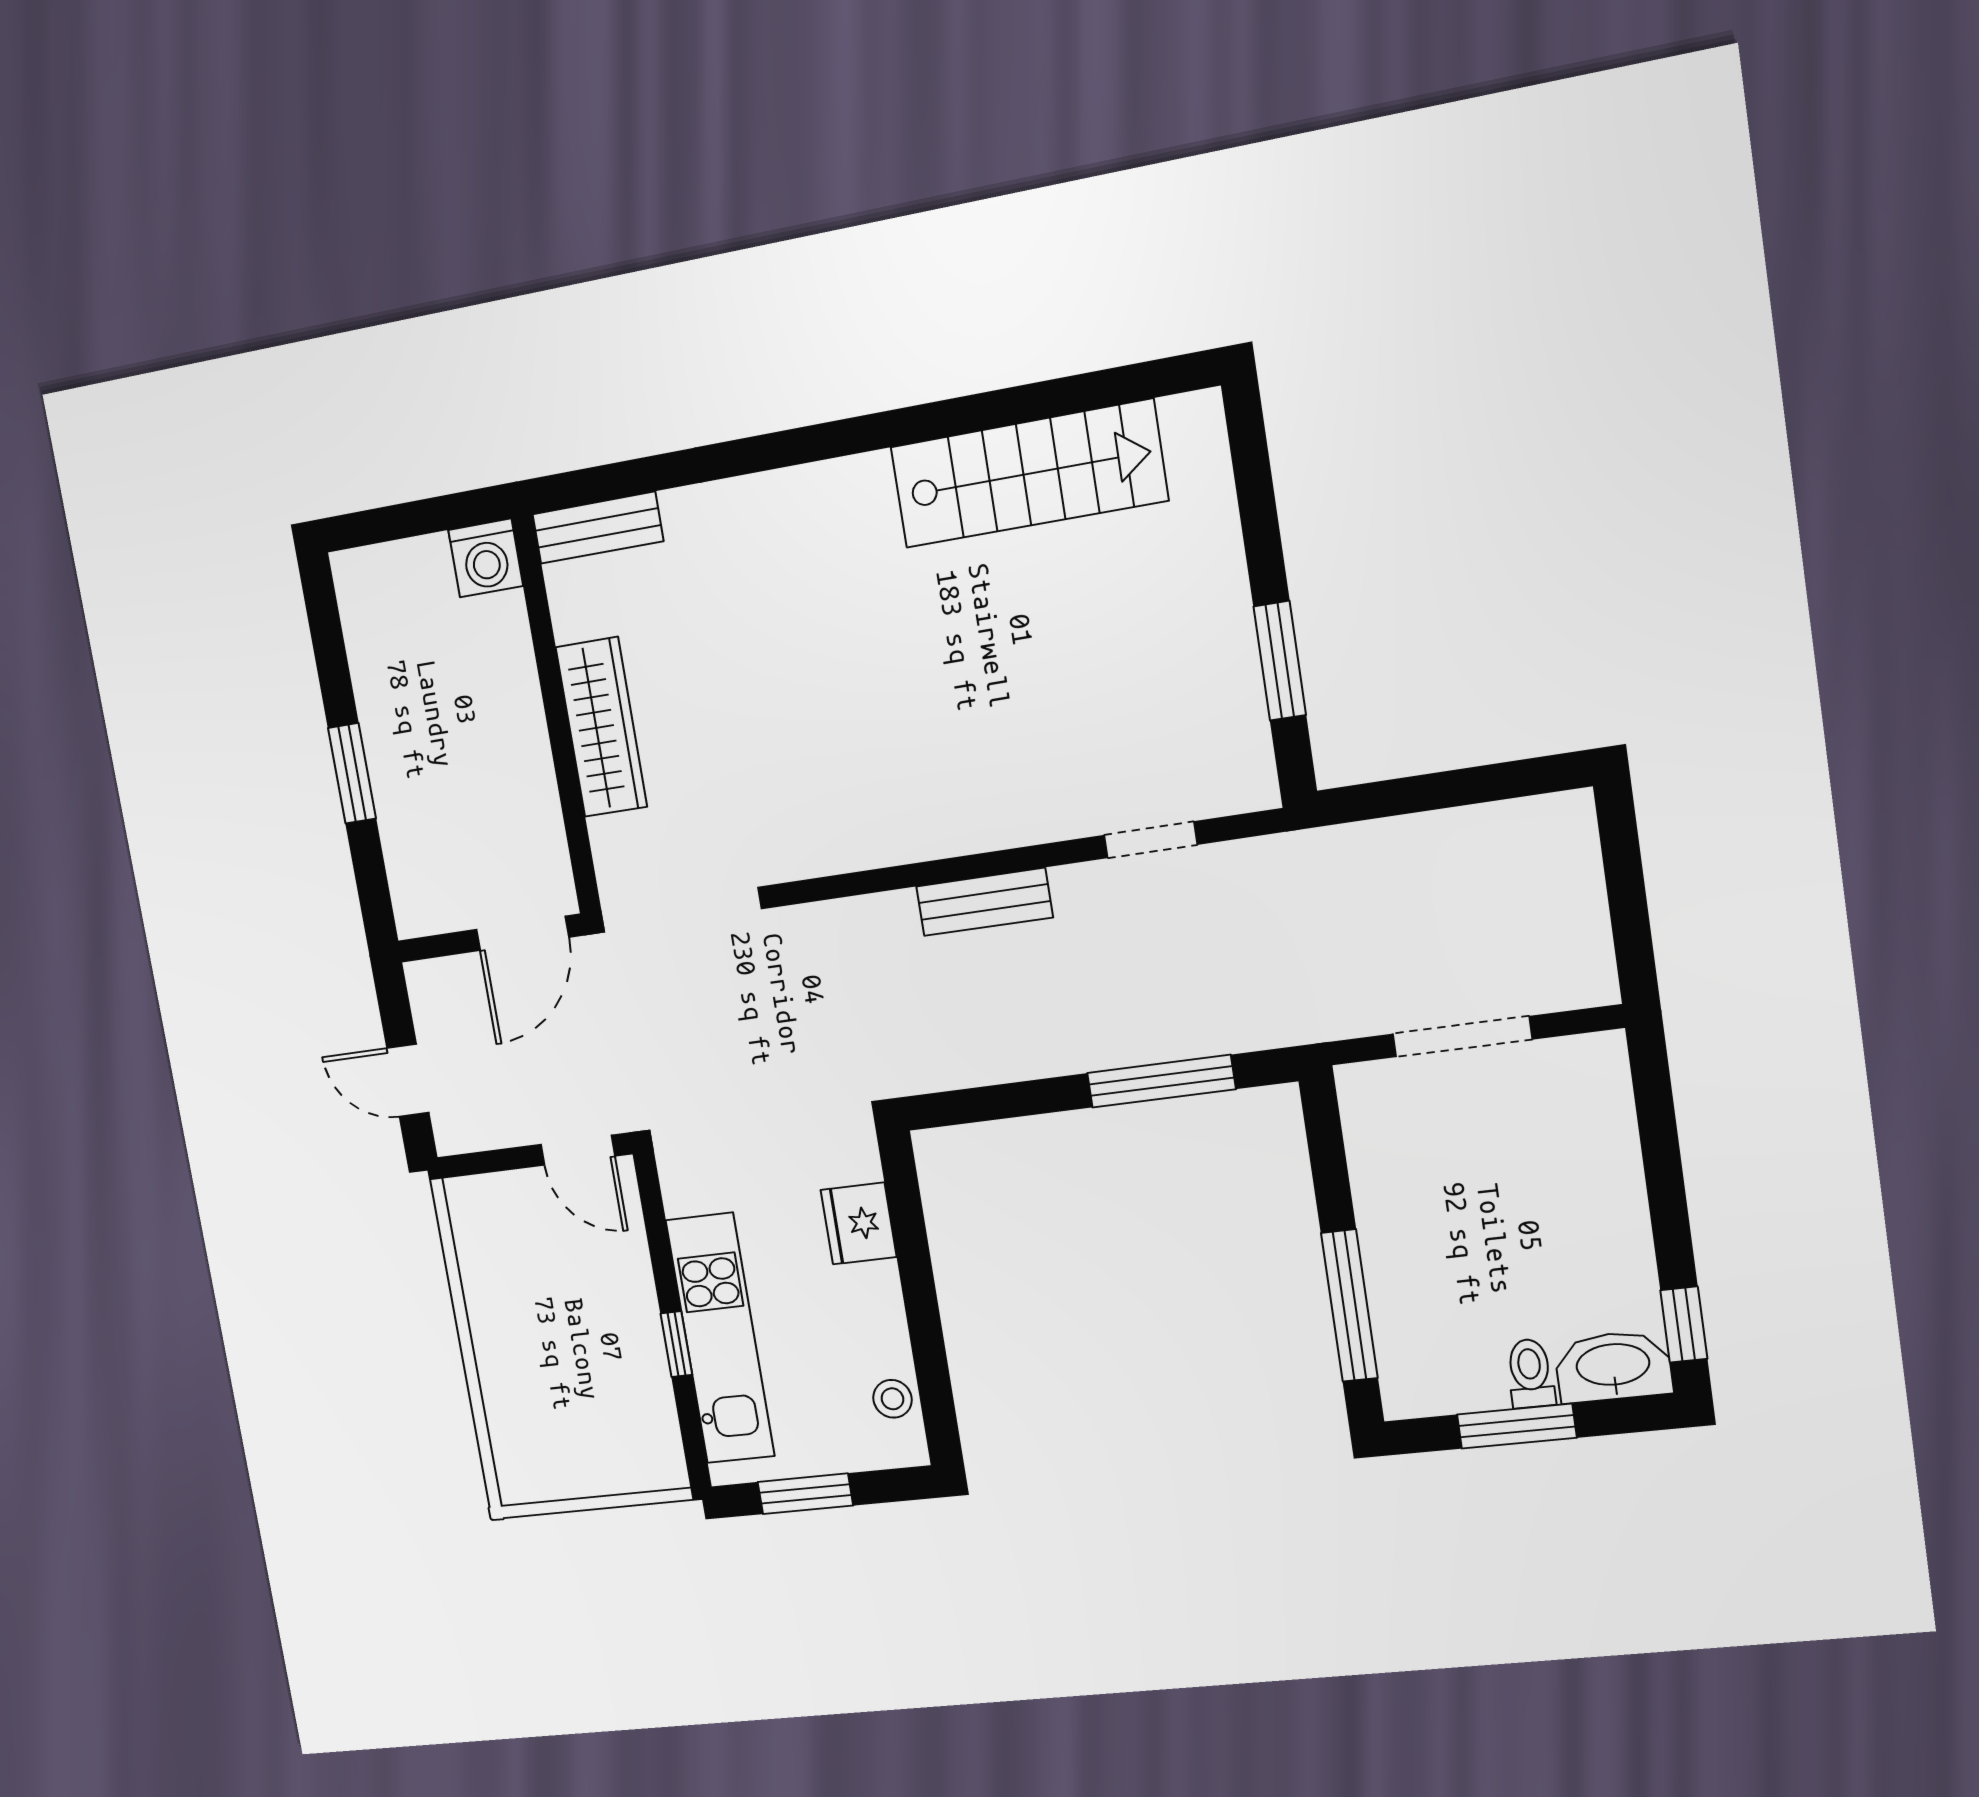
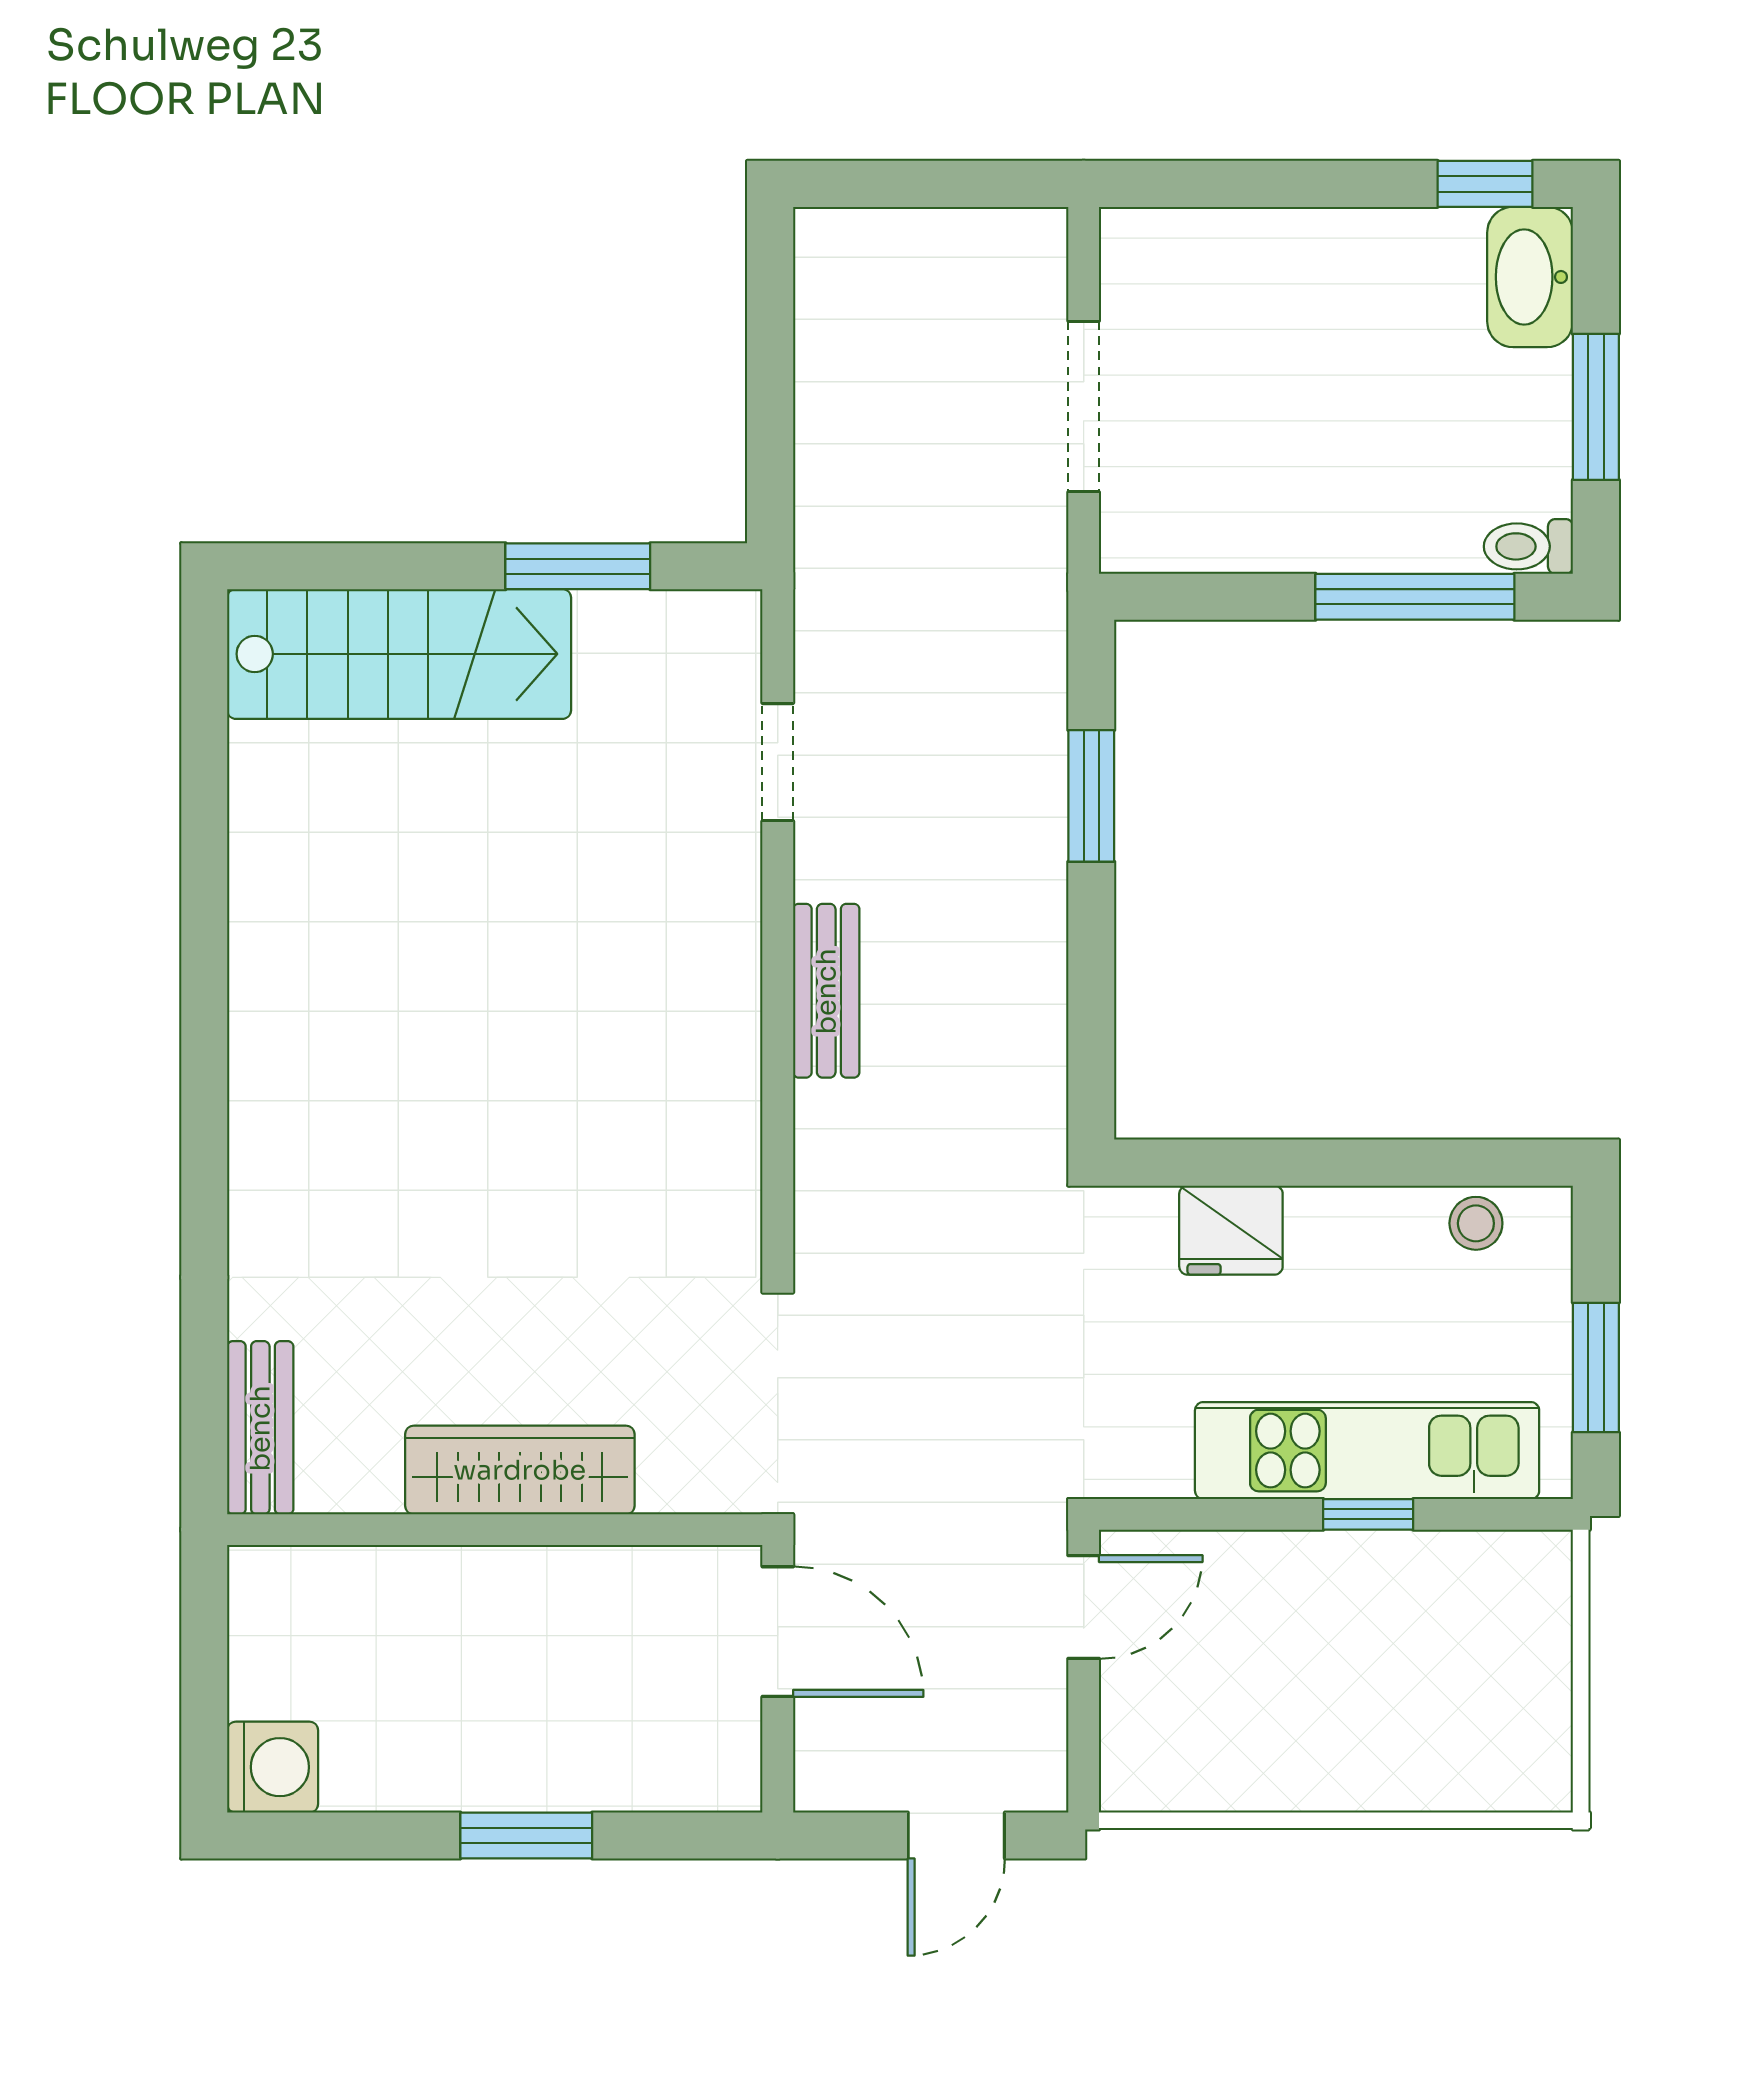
stairs: (1029, 474) -> (399, 654), moved, turned 90
washing machine: (486, 558) -> (273, 1767), moved
window: (1161, 1081) -> (1091, 796), width x0.69
toilet: (1530, 1373) -> (1528, 546), moved

